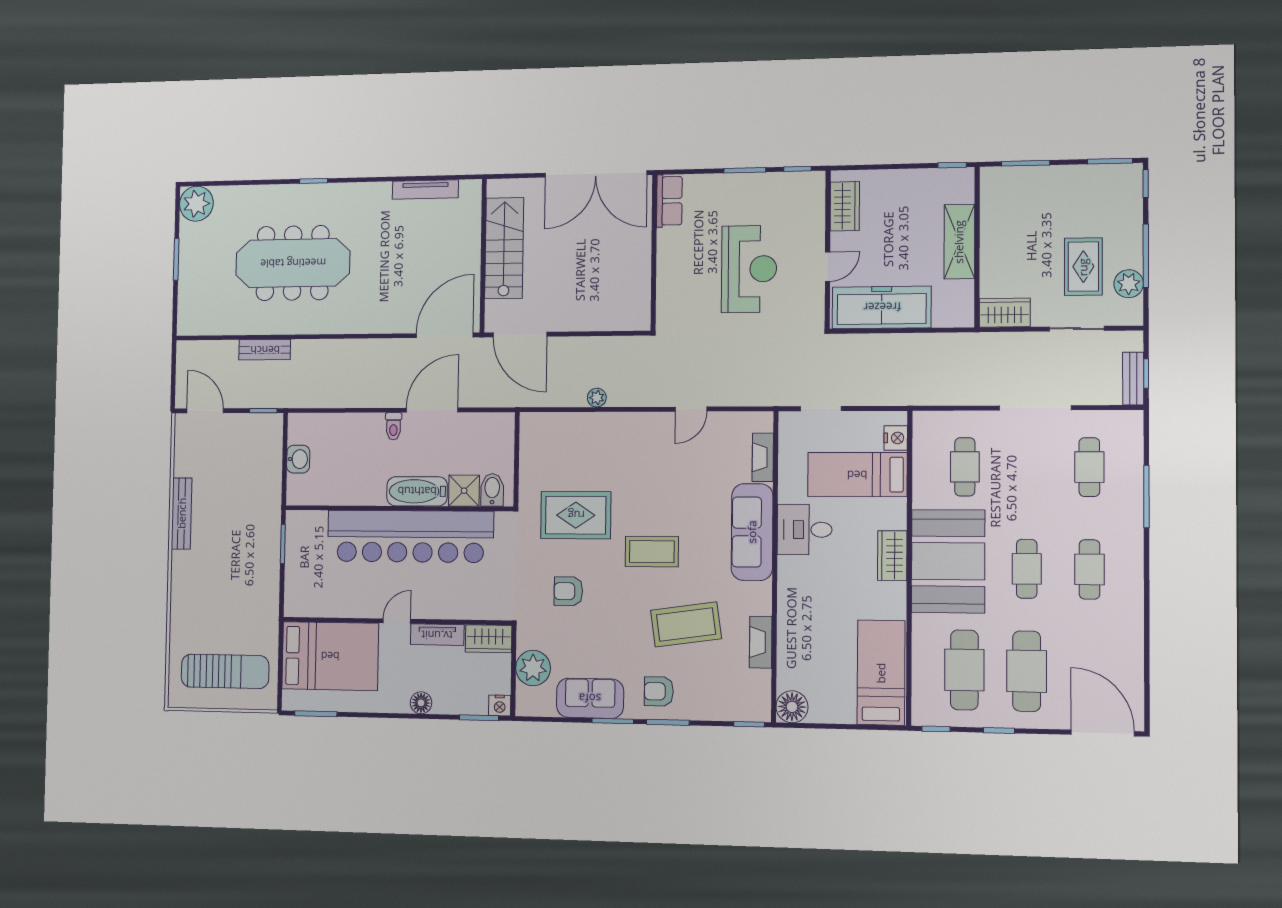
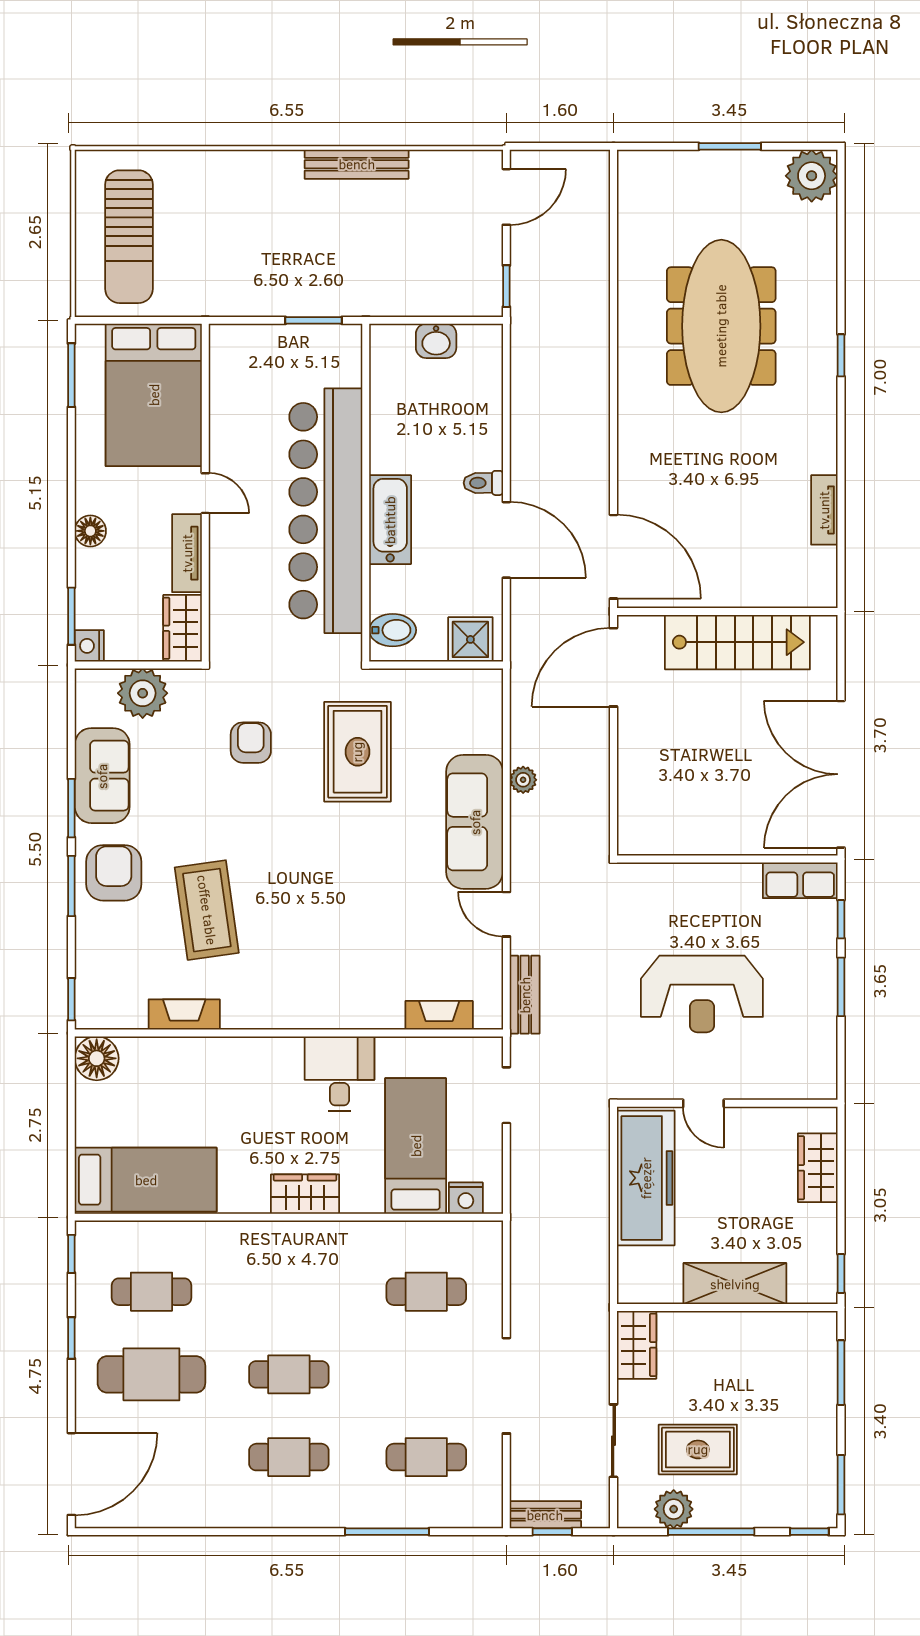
window: (797, 169) -> (841, 919), moved
tv unit: (425, 190) -> (824, 510), width x0.71
wardrobe: (845, 206) -> (818, 1168), moved, turned 90
bench: (265, 350) -> (525, 995), moved
shower: (464, 491) -> (470, 639), moved
sofa: (752, 532) -> (475, 822), moved, turned -90
coffee table: (652, 552) -> (307, 861), removed
booth: (948, 561) -> (298, 1269), removed
cafe table: (964, 670) -> (151, 1292), width x0.73, depth x0.74
armchair: (659, 691) -> (114, 873), width x1.38, depth x1.38

